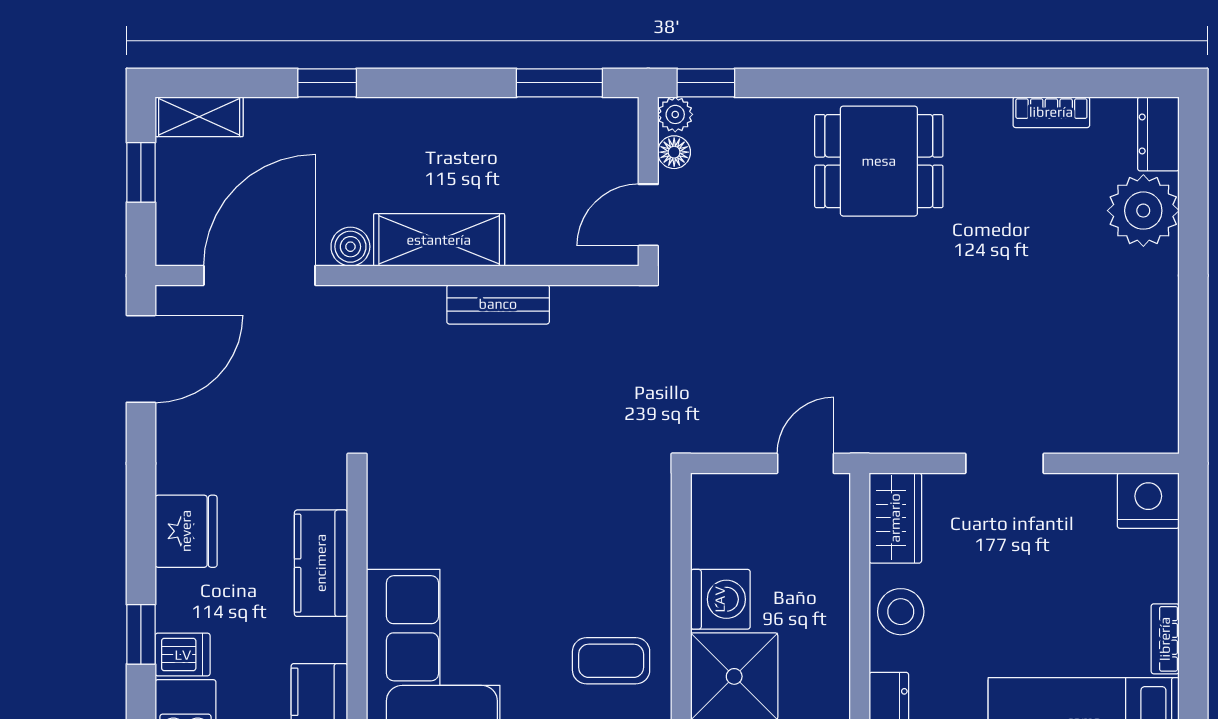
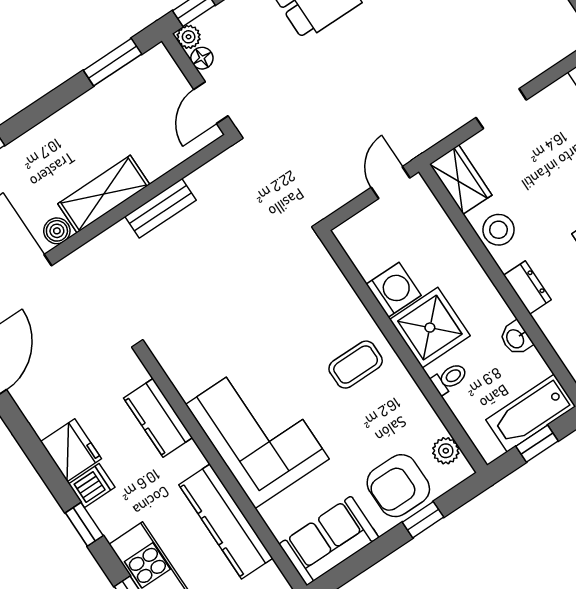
dishwasher: (183, 655) -> (92, 485), moved

